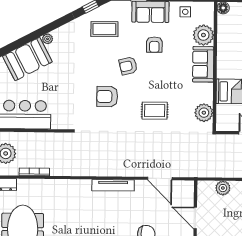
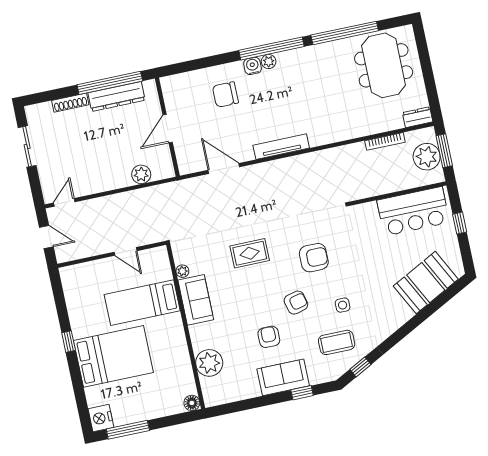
side table: (185, 12) -> (343, 305), moved
plant: (48, 39) -> (406, 314), removed
sofa: (203, 64) -> (196, 300), moved
plant: (204, 113) -> (182, 271), width x0.53, depth x0.53
door: (195, 218) -> (168, 129), swing flipped

